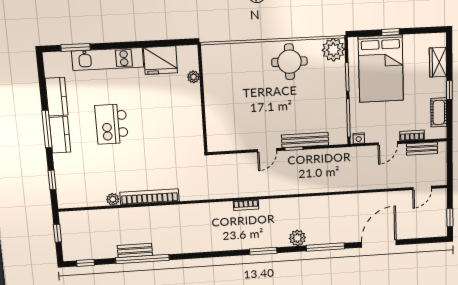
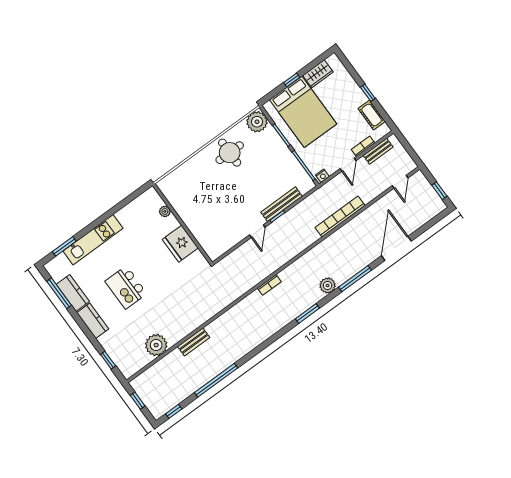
fridge: (160, 60) -> (180, 244), moved, turned 90
wardrobe: (438, 62) -> (318, 74), moved, turned -90
window: (47, 129) -> (59, 293), moved
bookcase: (150, 197) -> (340, 217), moved
plant: (113, 199) -> (156, 345), width x1.87, depth x1.87
bench: (135, 250) -> (194, 342), moved

